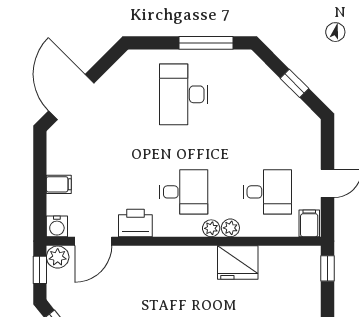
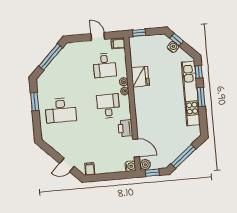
window: (206, 43) -> (35, 102), width x0.69
window: (295, 83) -> (51, 57), width x2.17
door: (71, 97) -> (67, 165), width x0.53
filing cabinet: (59, 184) -> (90, 169), moved
desk: (267, 192) -> (105, 65), turned 180

